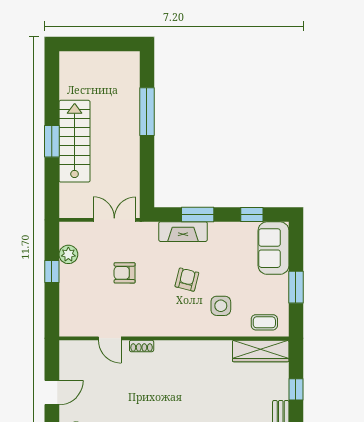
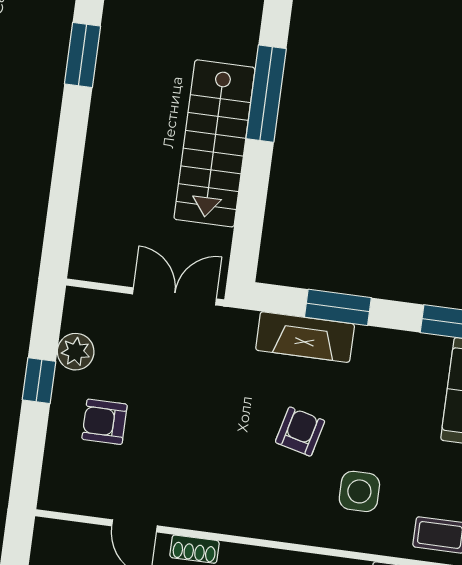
window: (52, 141) -> (82, 55), moved
stairs: (75, 141) -> (214, 143), moved, turned 180
armchair: (125, 273) -> (105, 422), moved

